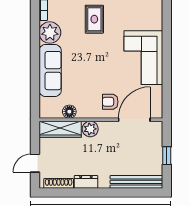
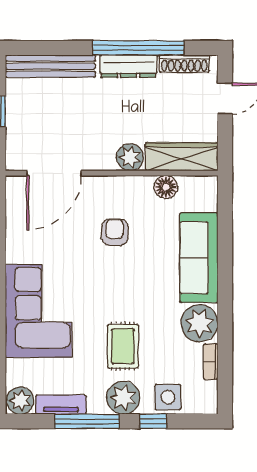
corner sofa: (143, 58) -> (38, 311), moved
armchair: (110, 102) -> (115, 232), moved, turned -90
dresser: (86, 182) -> (129, 66), width x1.44
window: (85, 193) -> (138, 48), added

